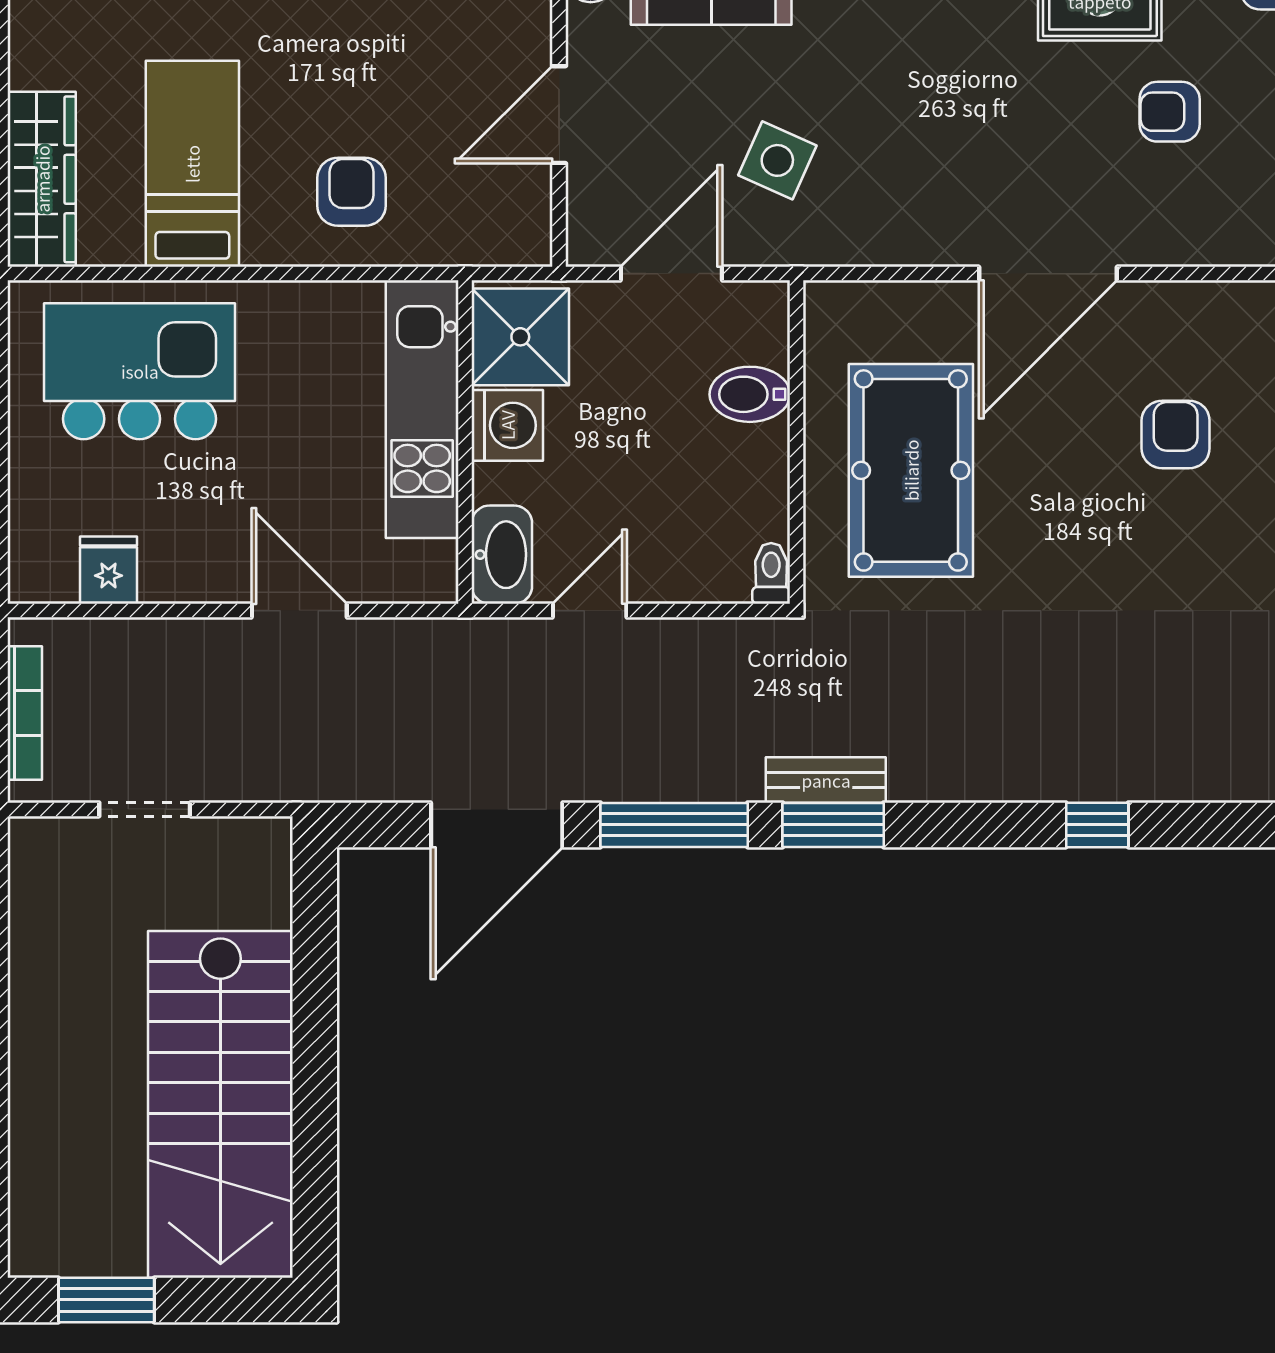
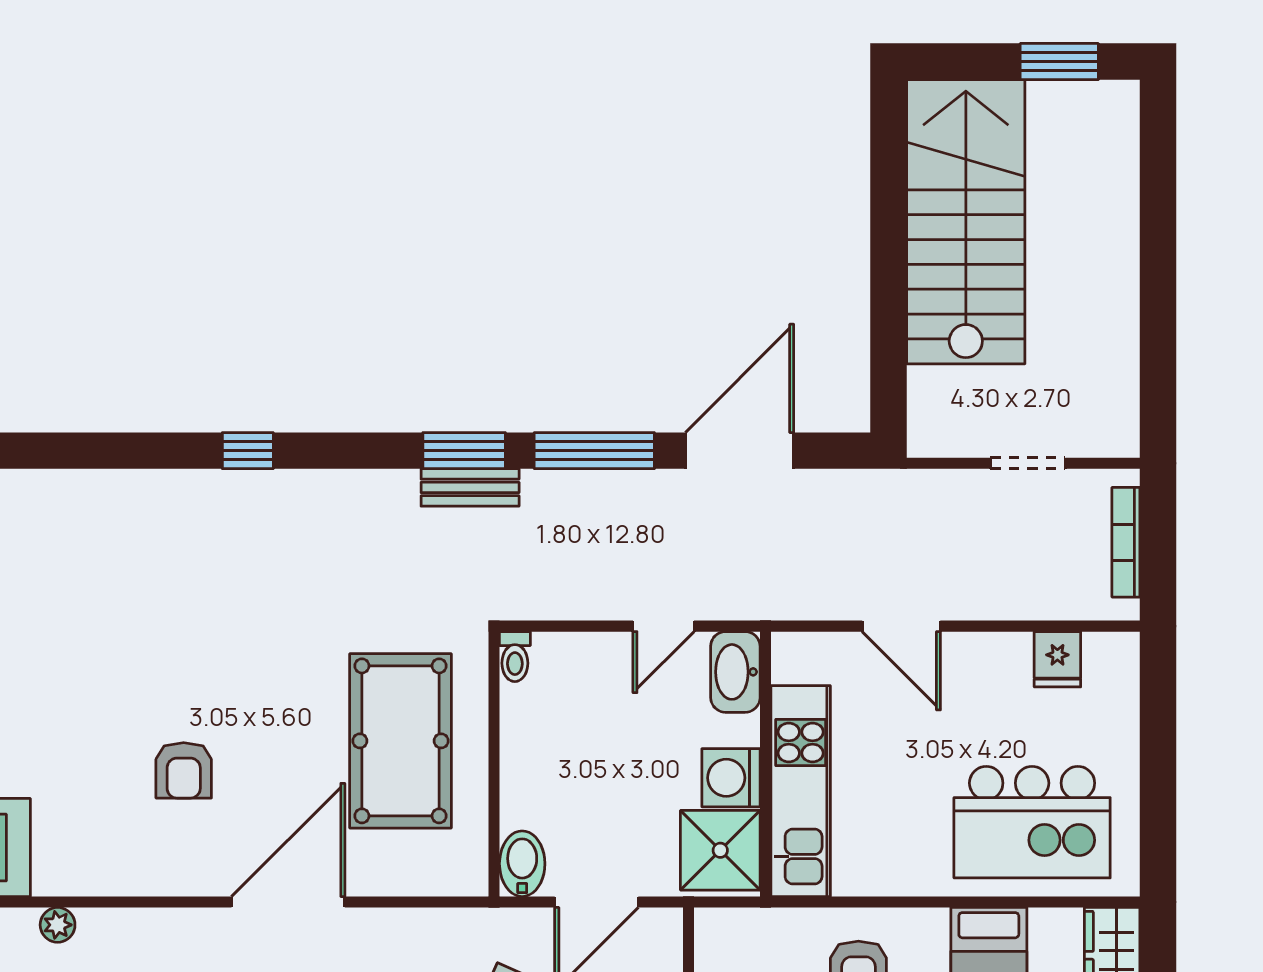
bidet: (750, 394) -> (522, 864), moved, turned -90

